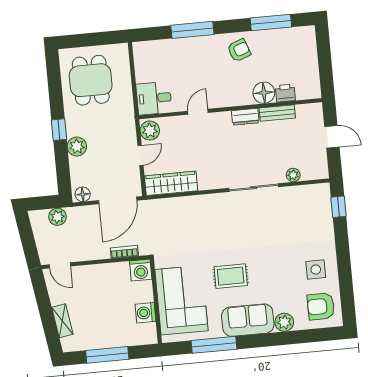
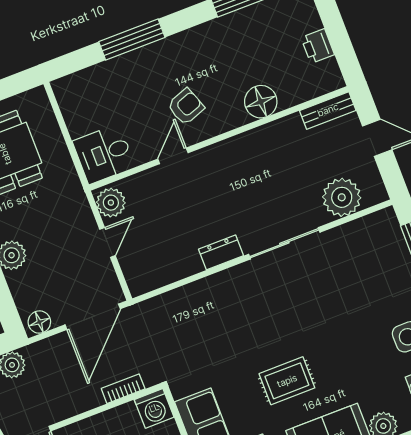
armchair: (239, 50) -> (186, 107), moved
printer: (285, 93) -> (318, 46), moved, turned -90
bench: (277, 113) -> (328, 110), moved
dresser: (245, 117) -> (221, 252), moved, turned 180
plant: (293, 175) -> (342, 197), width x1.87, depth x1.87
wardrobe: (171, 183) -> (163, 270), removed

